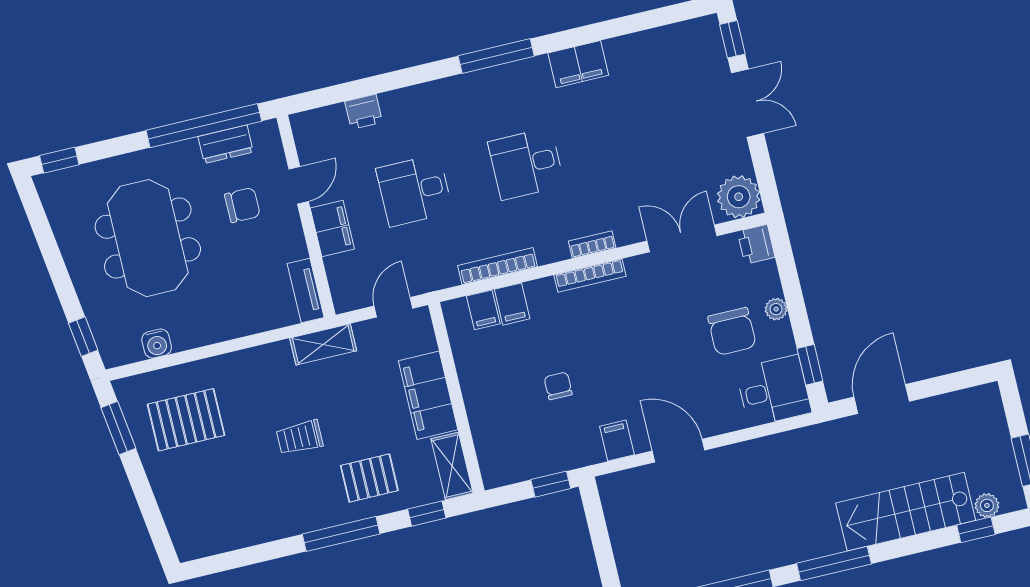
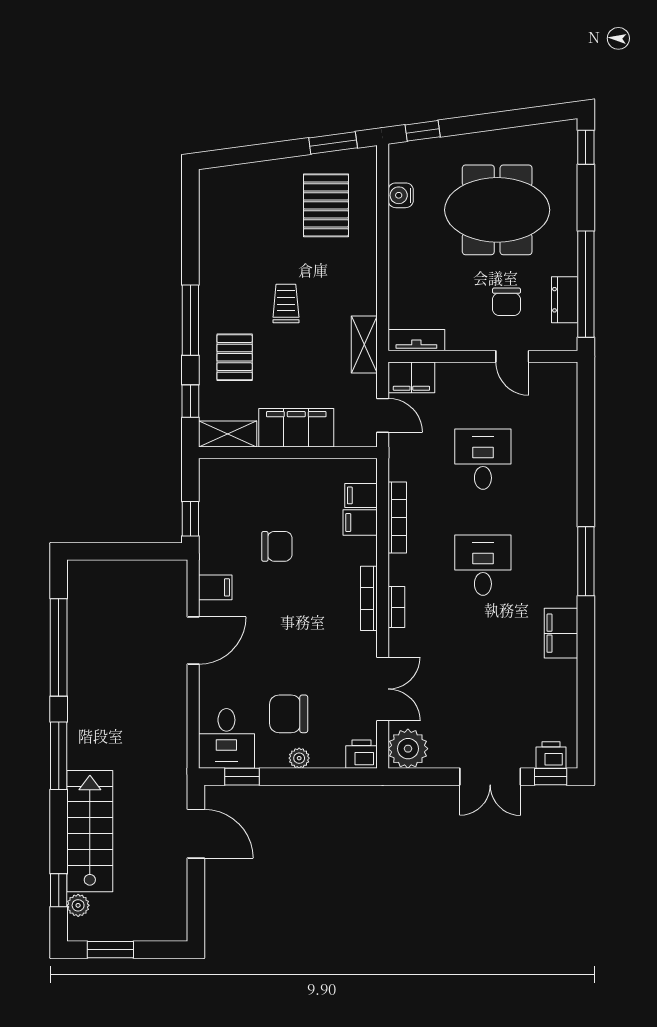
printer: (364, 112) -> (551, 755), moved, turned 90
filing cabinet: (332, 229) -> (411, 377), moved
chair: (558, 386) -> (277, 546), width x1.37, depth x1.37

